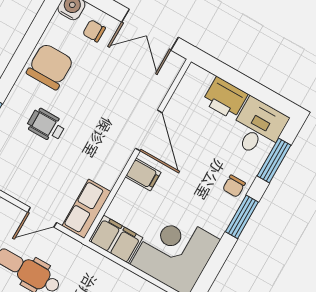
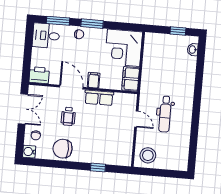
printer: (225, 98) -> (39, 75), moved, turned -90
wheelchair: (46, 125) -> (68, 116), moved
door: (149, 130) -> (71, 87), hinge flipped
row of seats: (87, 209) -> (99, 98), moved

